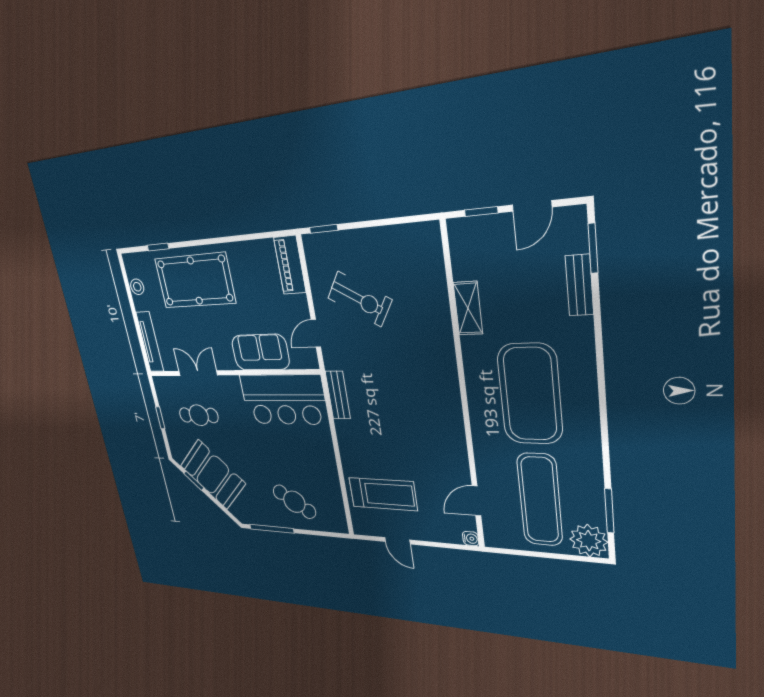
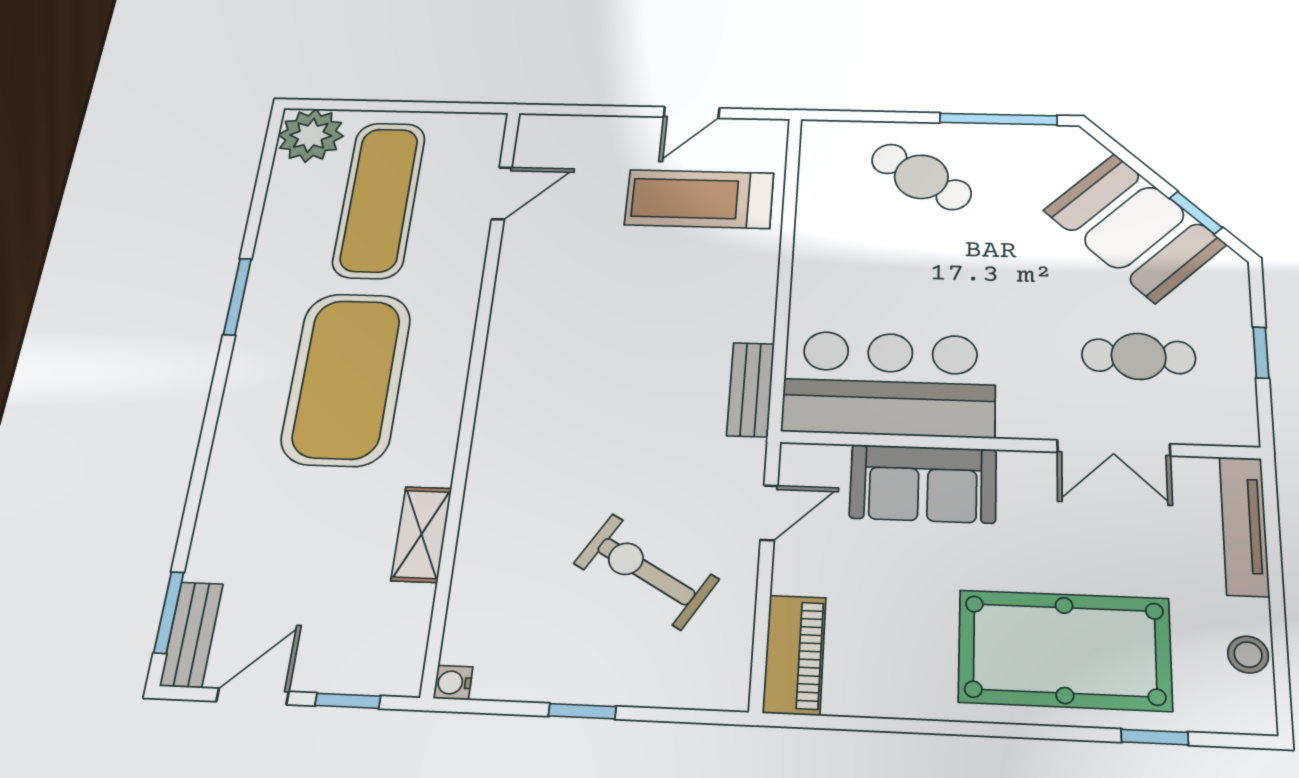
window: (324, 229) -> (582, 711), moved
bench: (579, 285) -> (191, 635), moved
window: (609, 511) -> (237, 297), moved
water cooler: (471, 539) -> (453, 683), moved
door: (397, 541) -> (692, 112), swing flipped

